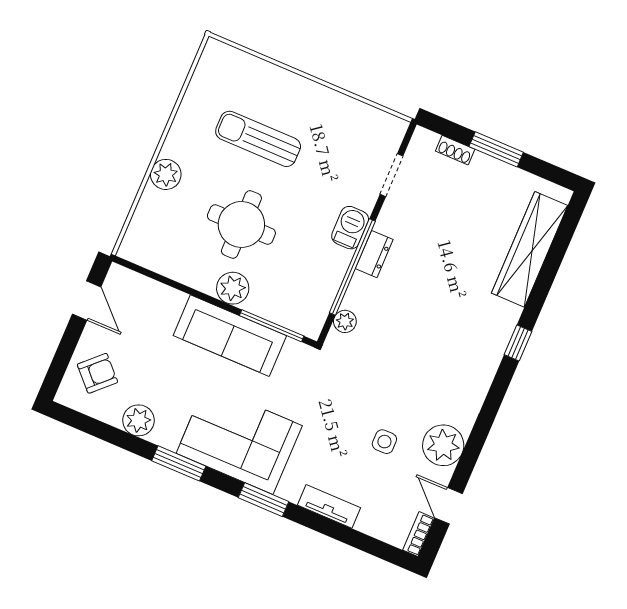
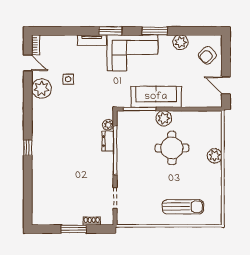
sun lounger: (258, 139) -> (183, 207), moved
barbecue: (350, 228) -> (123, 167), removed
wardrobe: (530, 249) -> (40, 191), removed
dresser: (374, 254) -> (108, 141), moved
tv unit: (329, 506) -> (92, 40), moved

